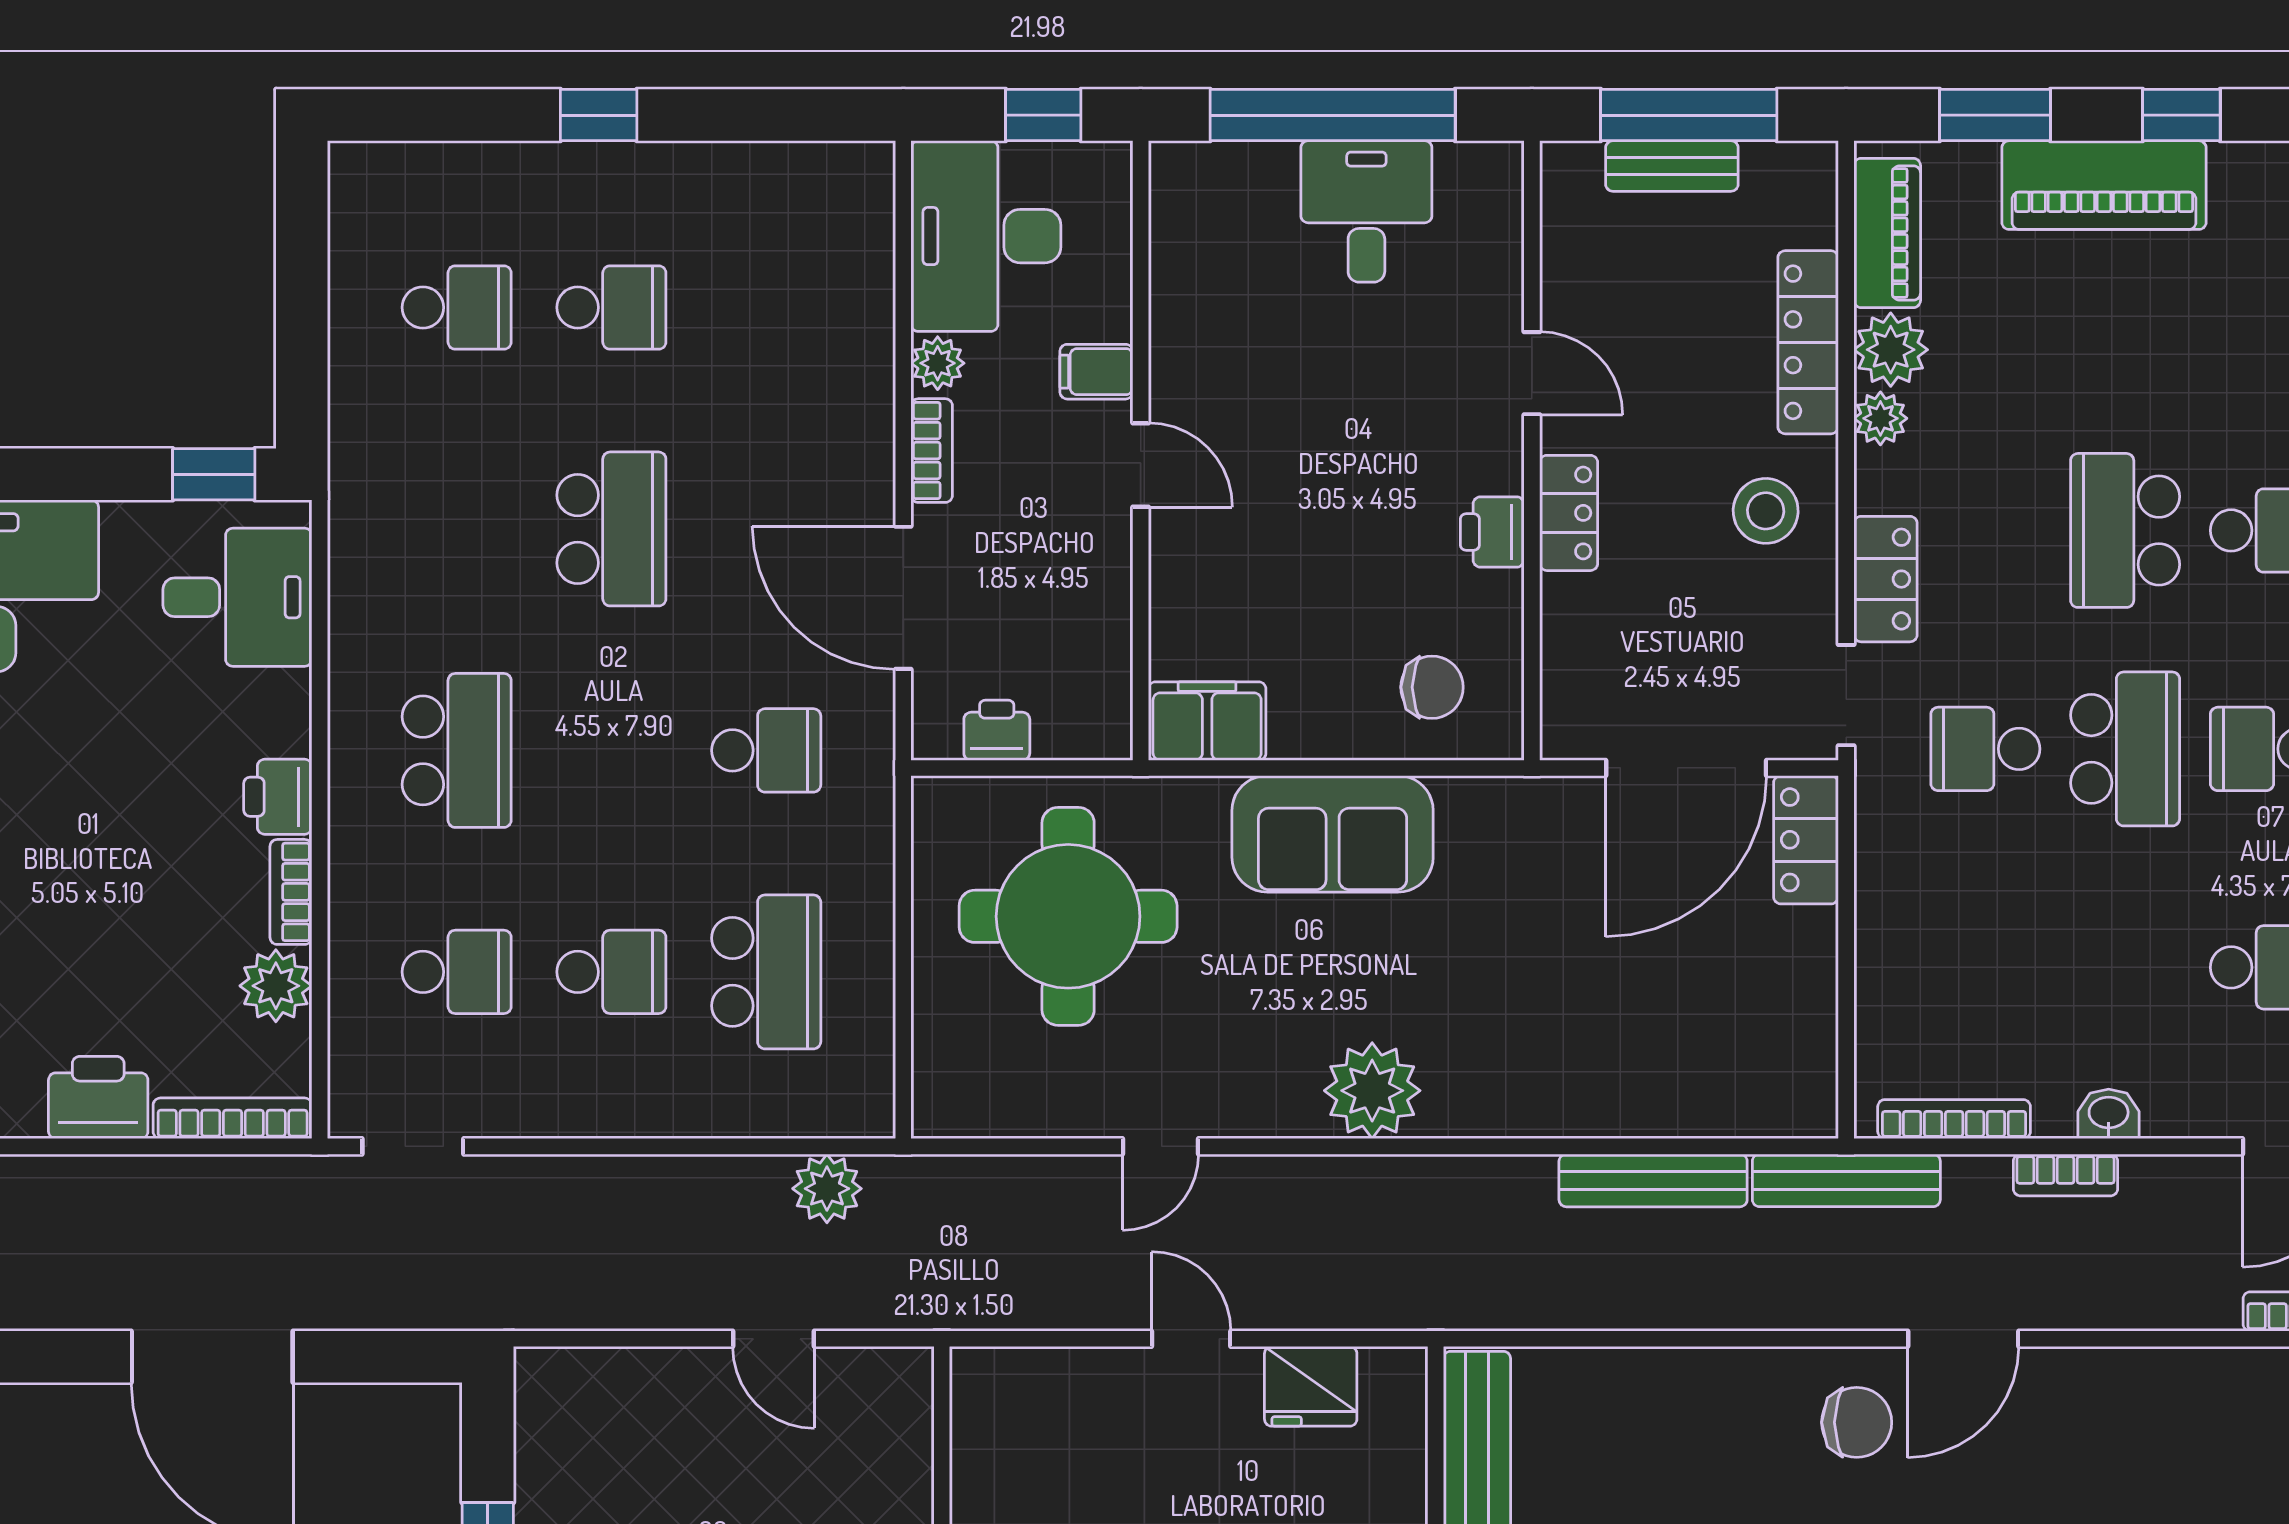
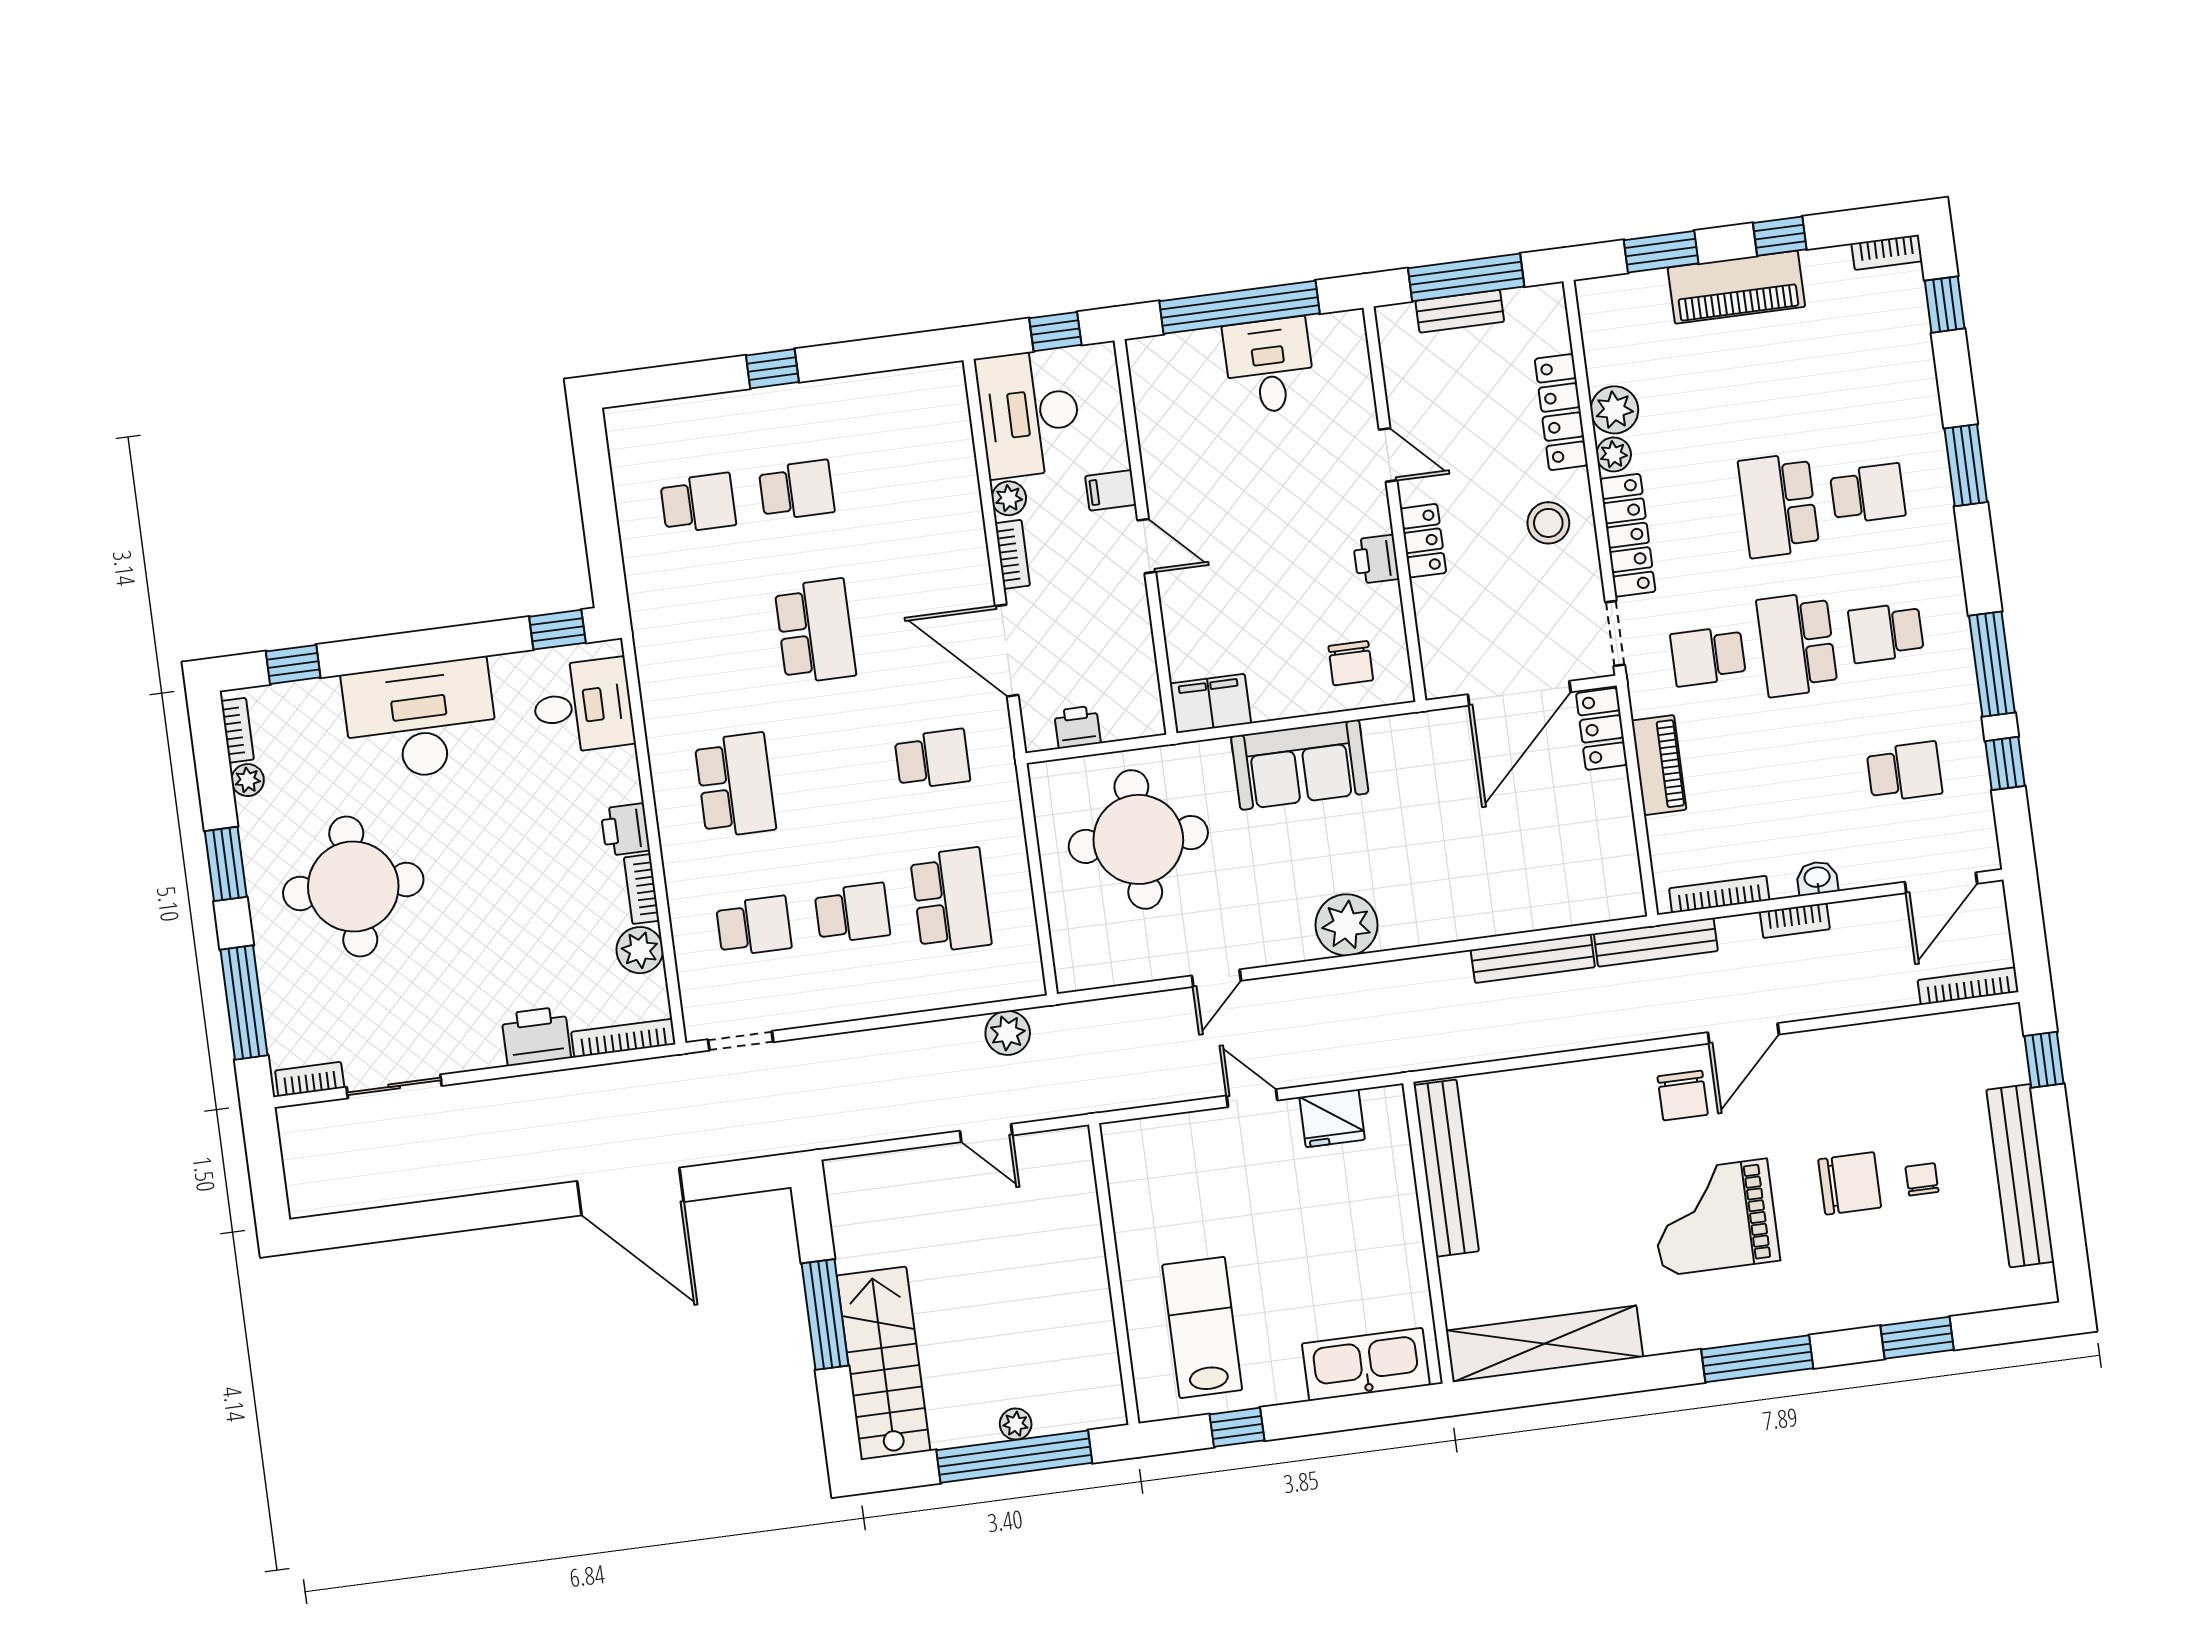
piano: (1887, 233) -> (1659, 765), moved
locker: (1886, 579) -> (1628, 535), width x1.53
chair: (1432, 687) -> (1351, 663), turned 90
school desk: (2125, 749) -> (1797, 644), turned 180
chair: (1857, 1422) -> (1683, 1095), turned 90

